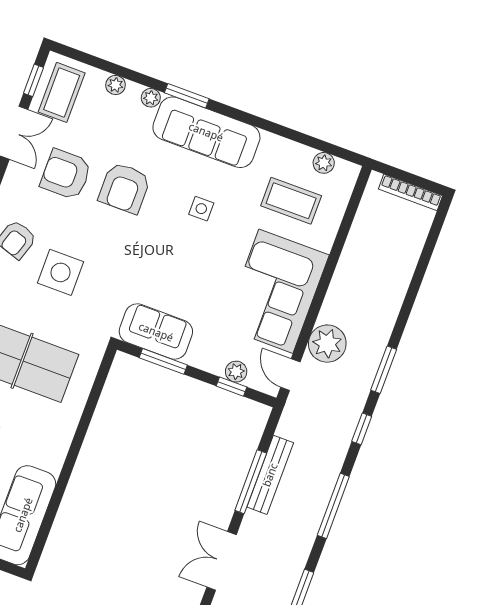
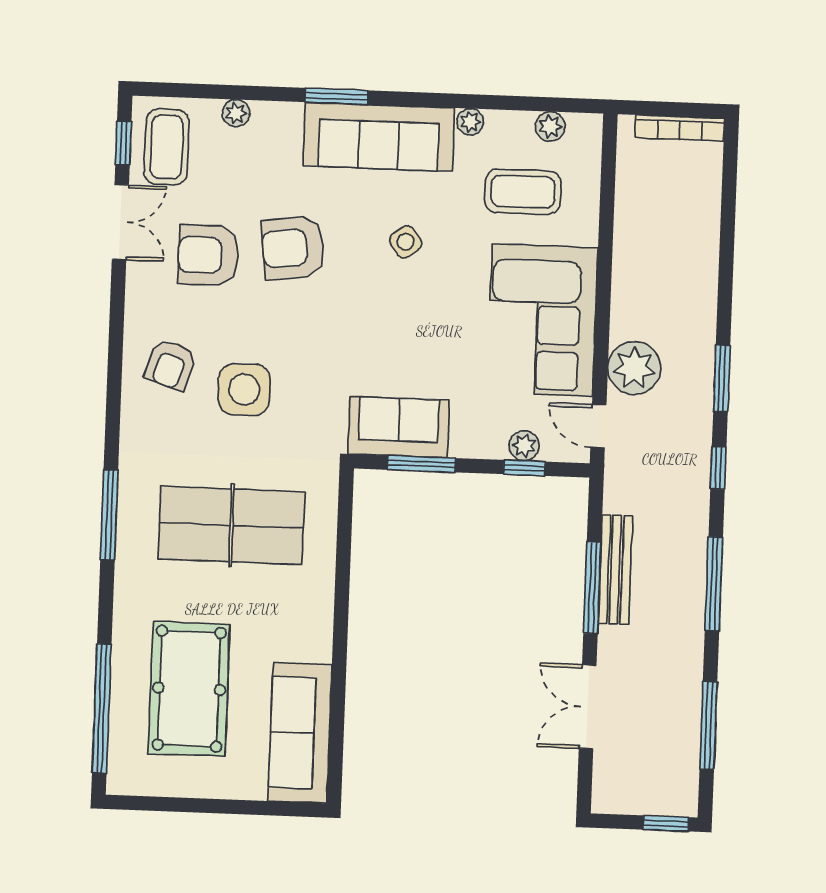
plant: (151, 98) -> (470, 122), moved
armchair: (124, 188) -> (293, 248), turned 83
side table: (201, 209) -> (406, 242), turned -36

